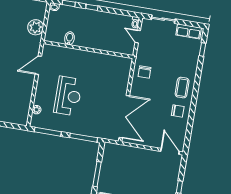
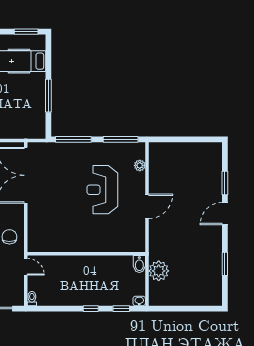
door: (138, 36) -> (26, 267), moved
bidet: (69, 38) -> (139, 264), moved
door: (38, 65) -> (147, 206), moved

